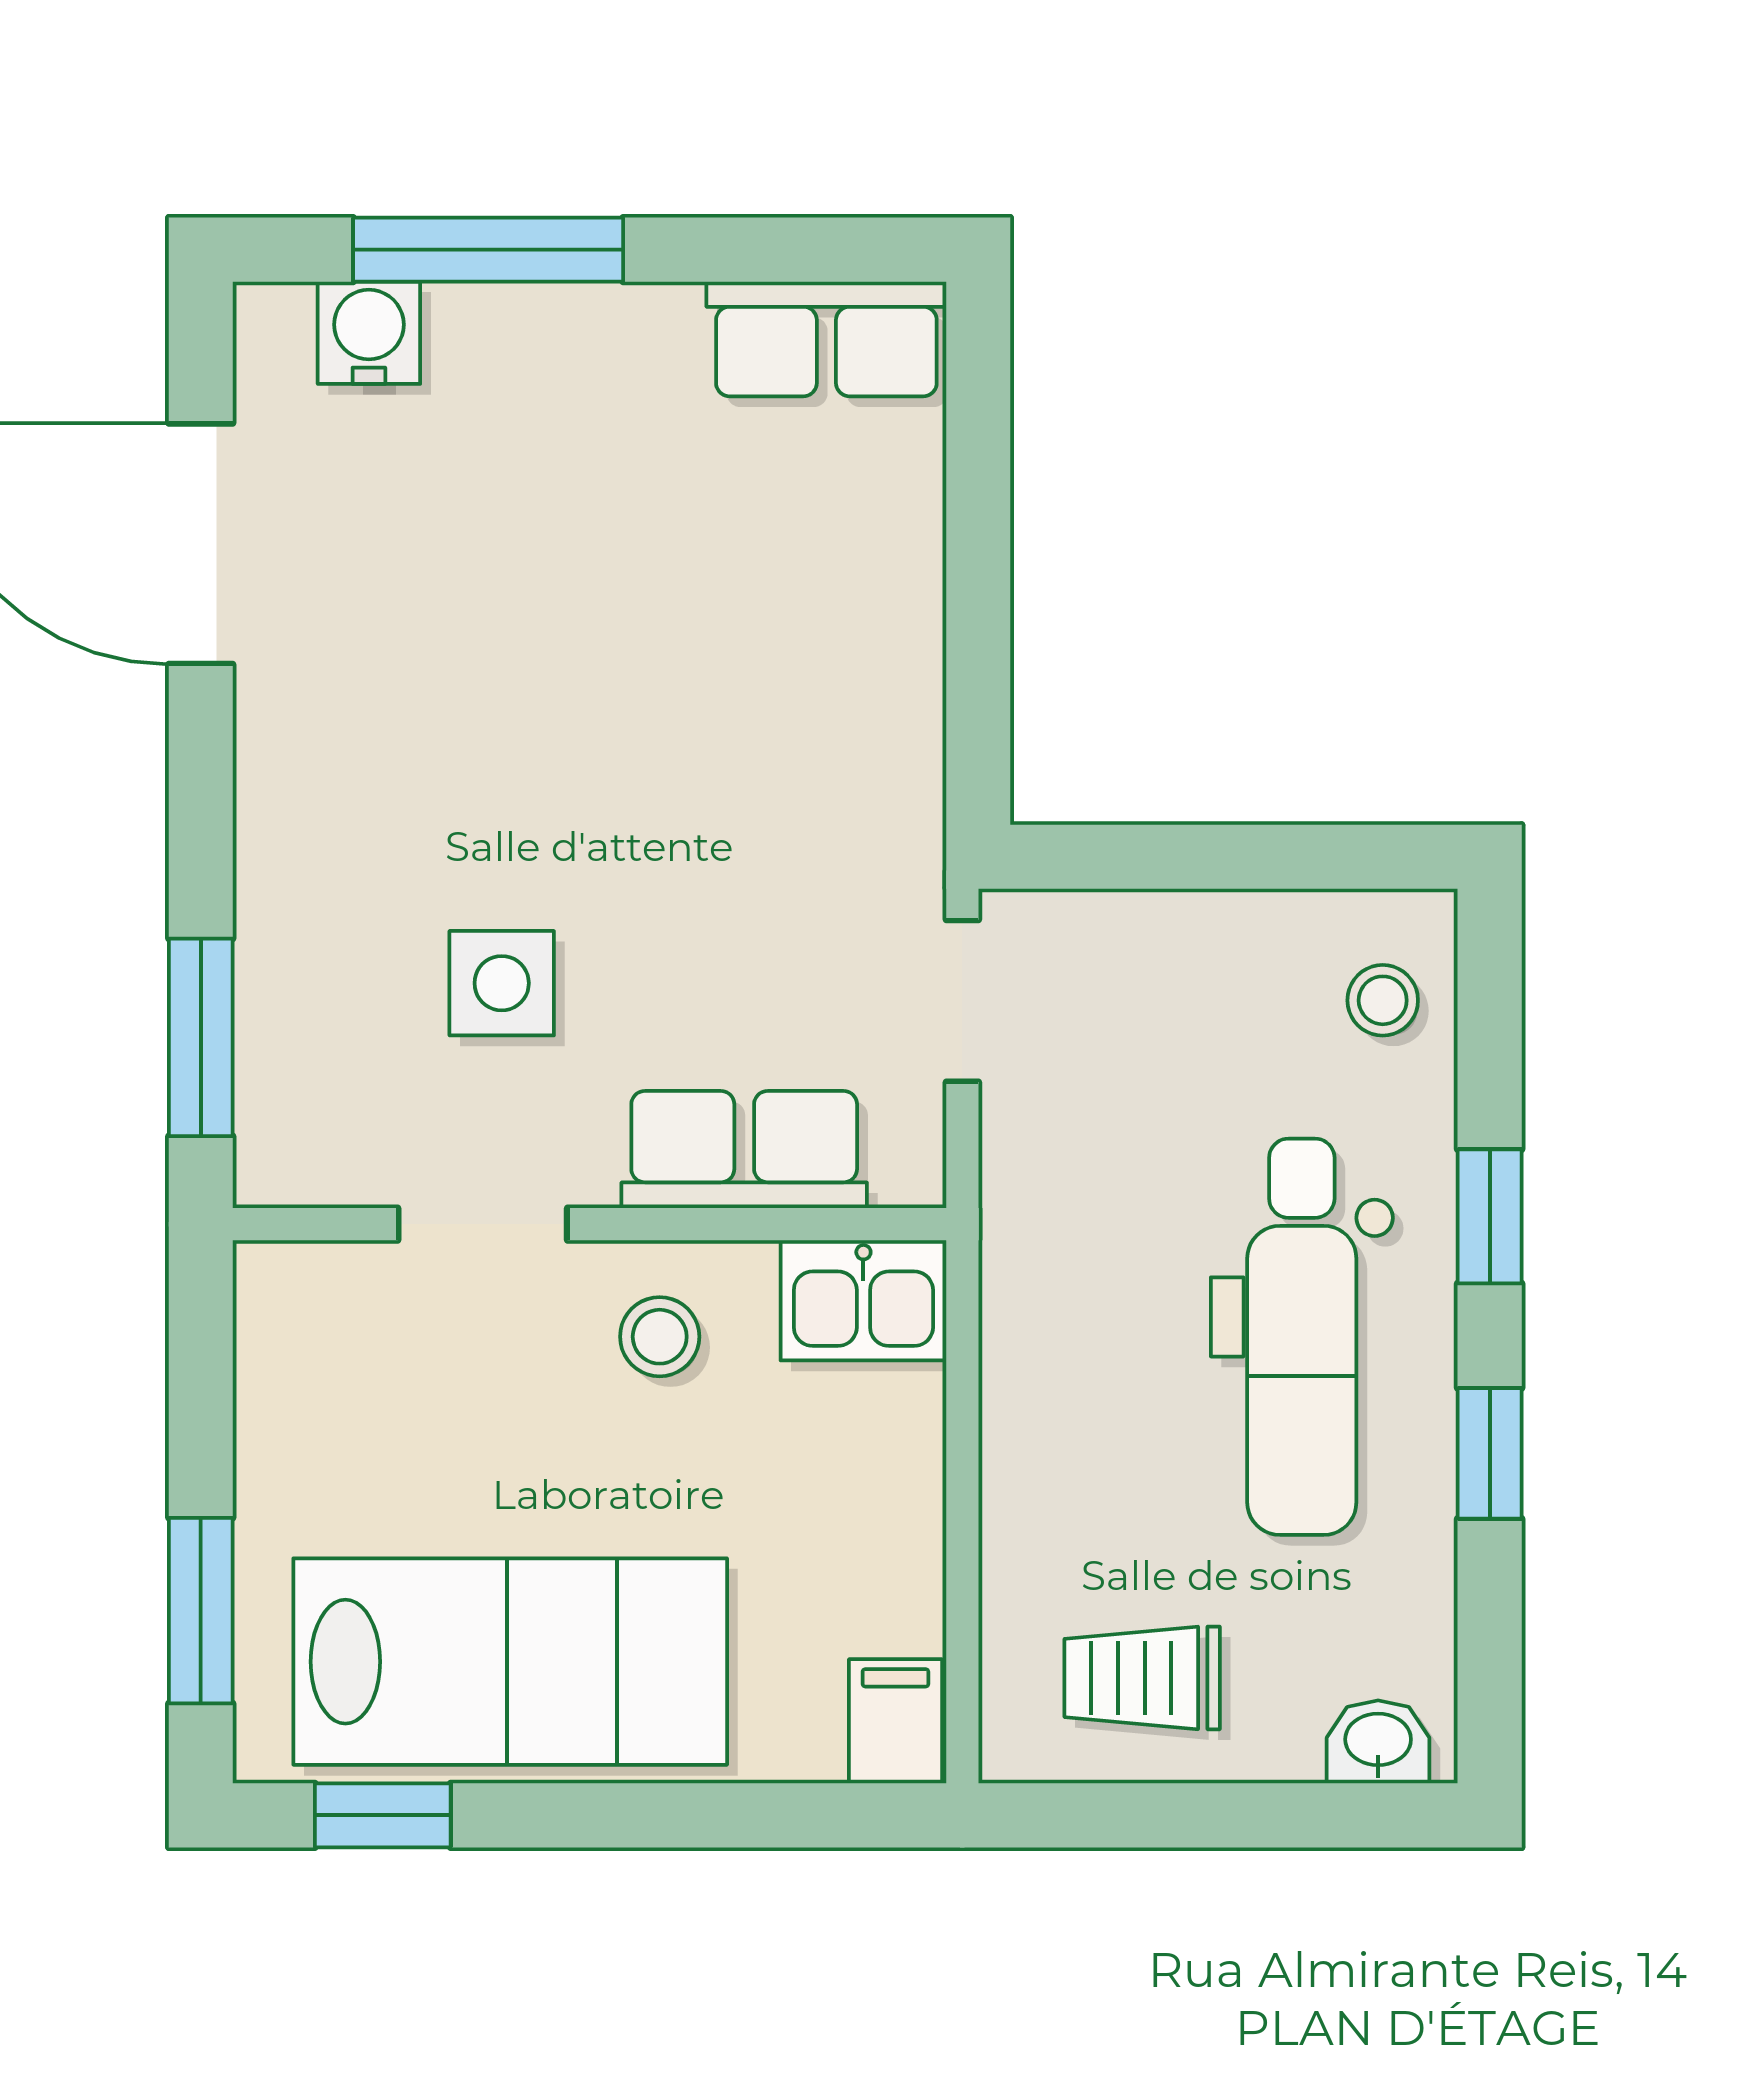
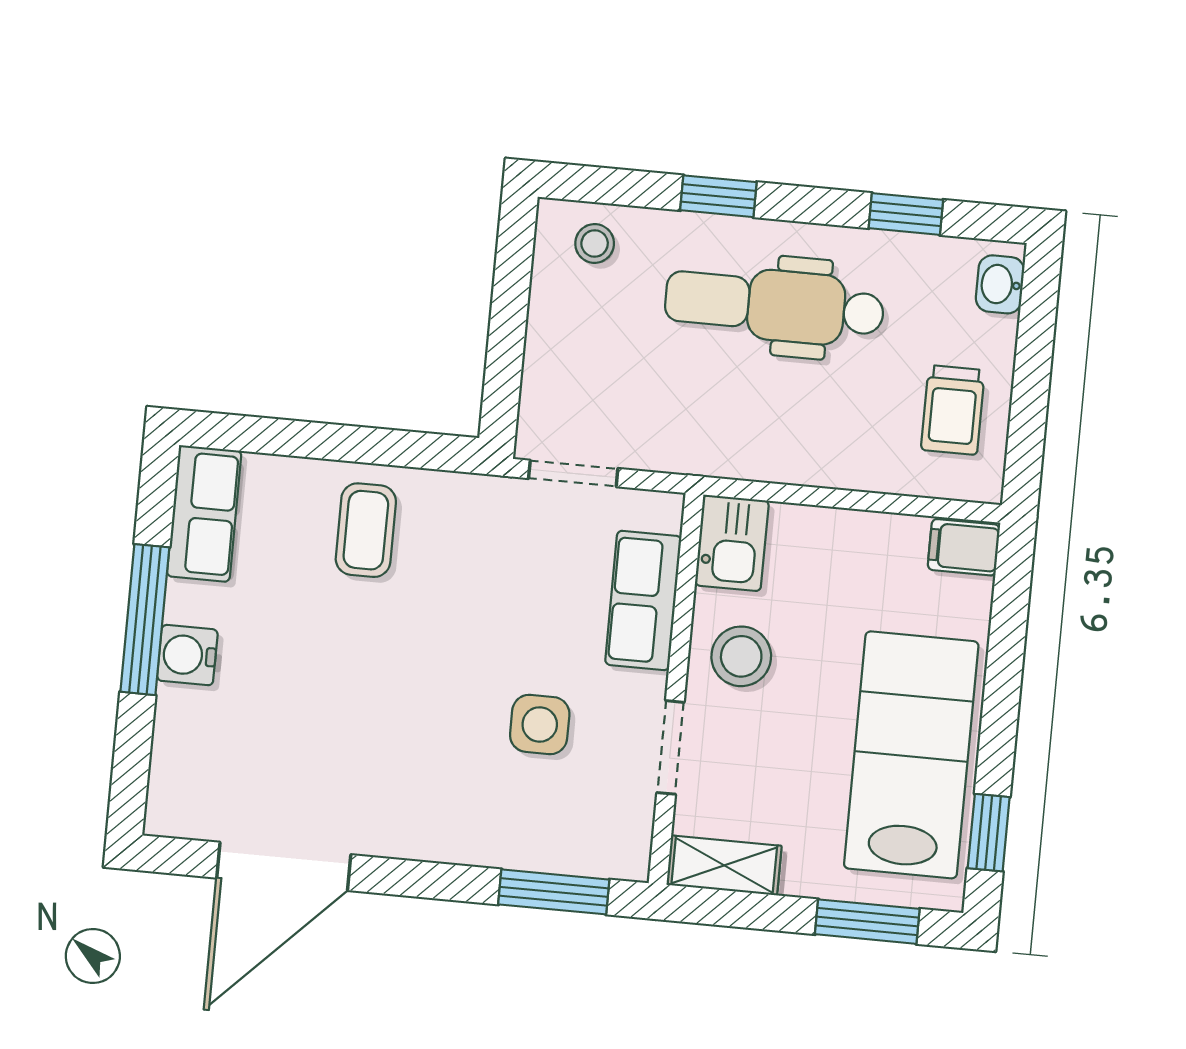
window: (488, 250) -> (145, 620), moved
water cooler: (369, 333) -> (187, 655), moved
coffee table: (824, 635) -> (366, 530), added
stool: (660, 1337) -> (741, 656), width x1.37, depth x1.37
dental chair: (1302, 1337) -> (774, 305), turned 180
shelving: (278, 1342) -> (724, 865), added
window: (1490, 1453) -> (906, 214), moved

